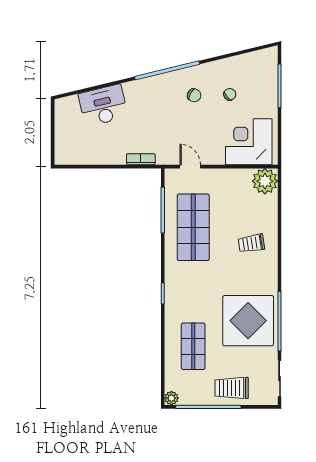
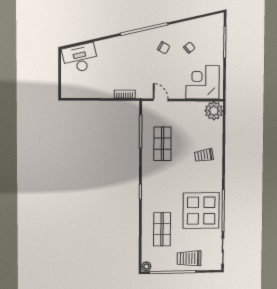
desk: (103, 105) -> (80, 58), moved
shop shelf: (193, 227) -> (162, 144), width x0.70, depth x0.74

